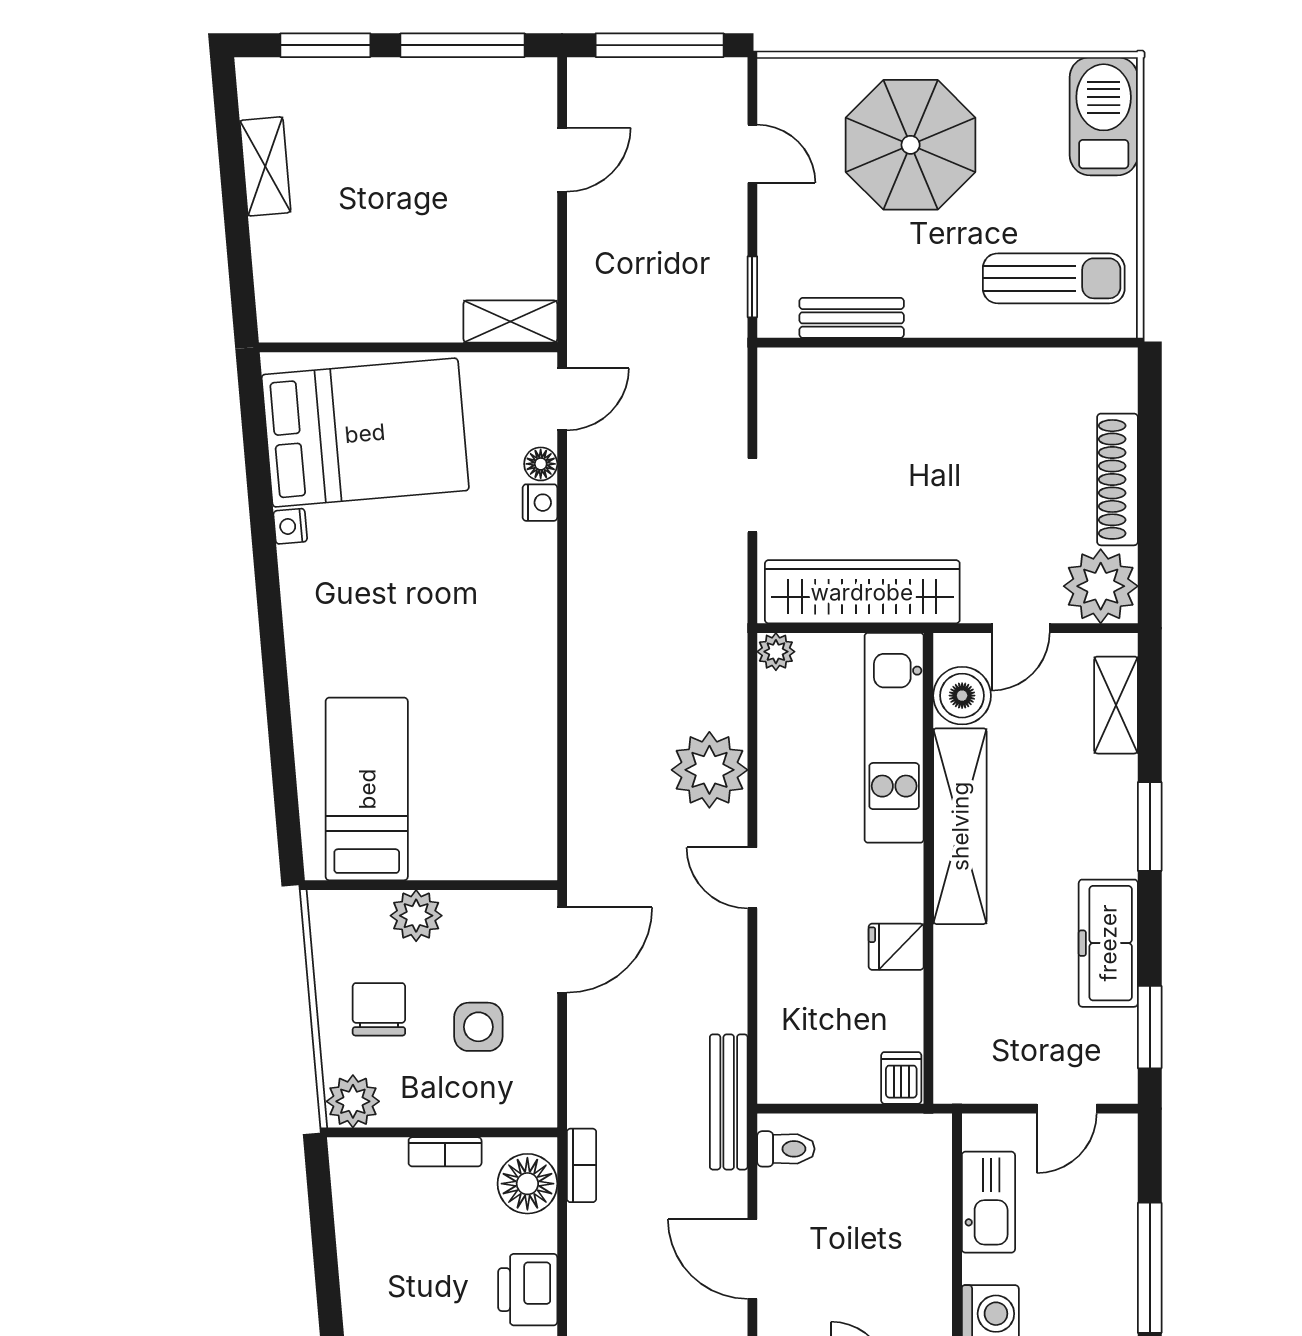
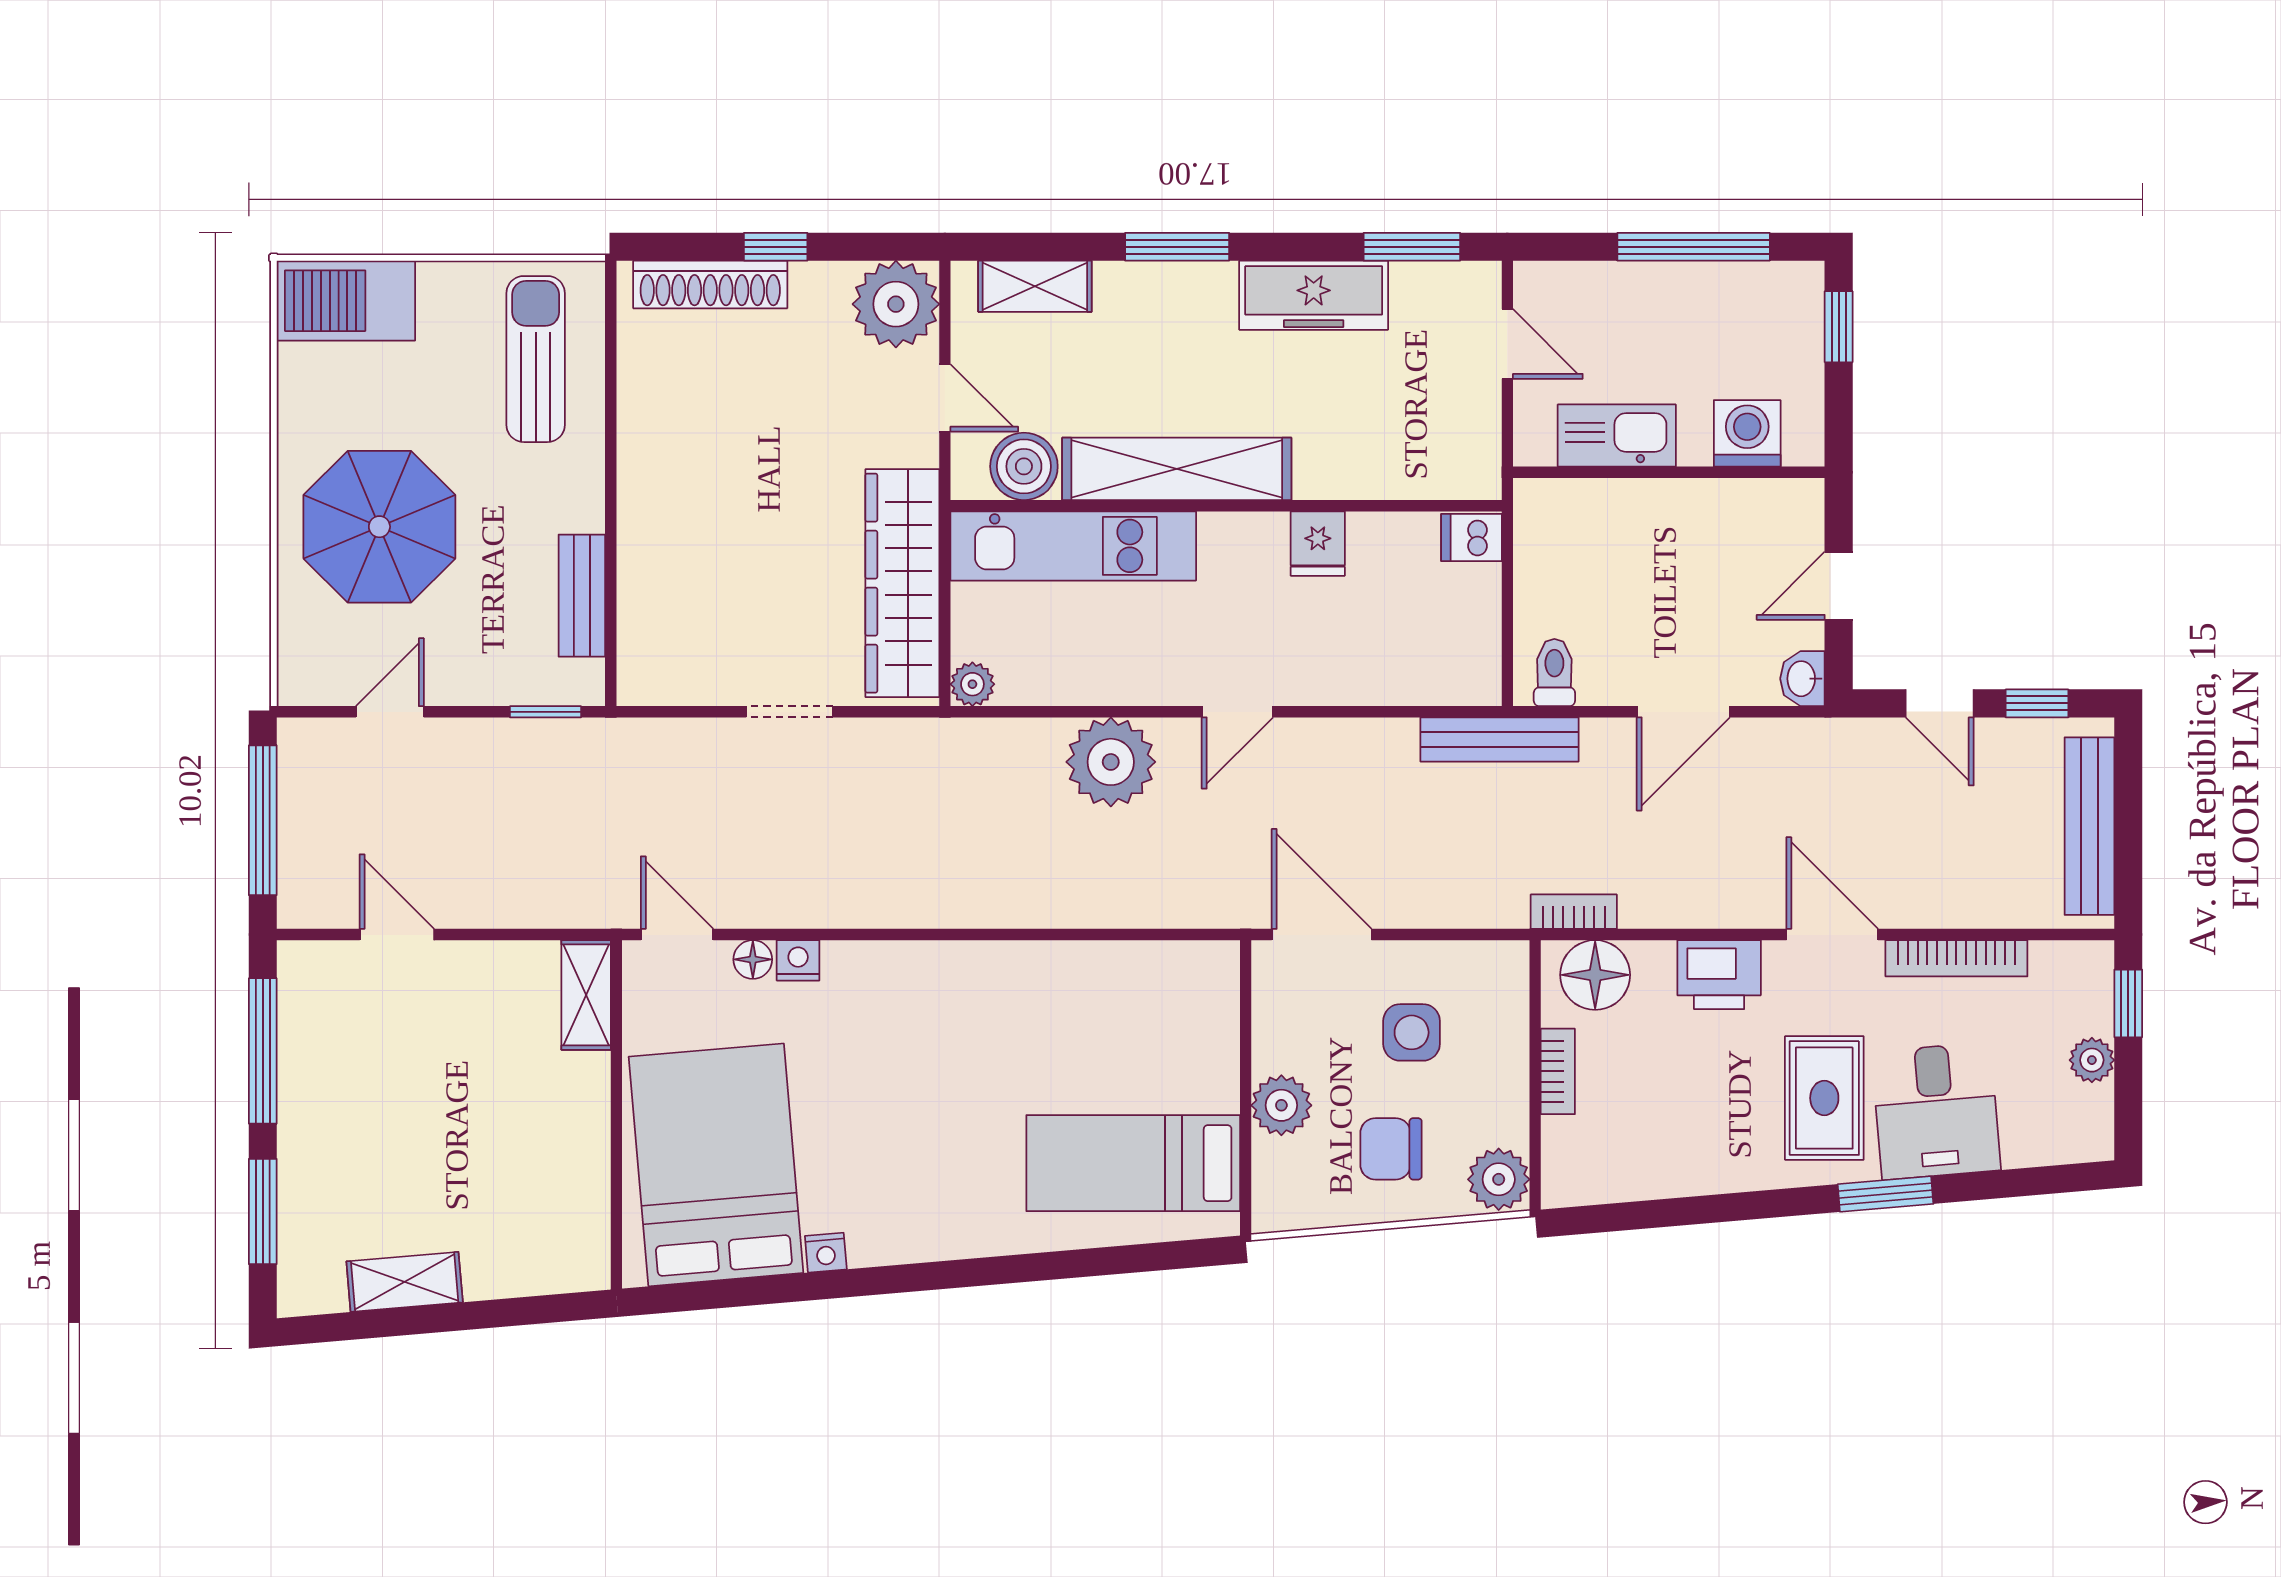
shoe rack: (1117, 479) -> (710, 284), moved
window: (1150, 483) -> (776, 247), added

